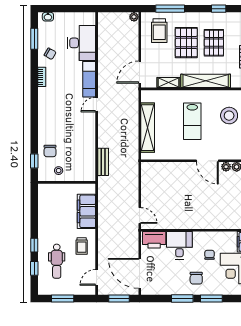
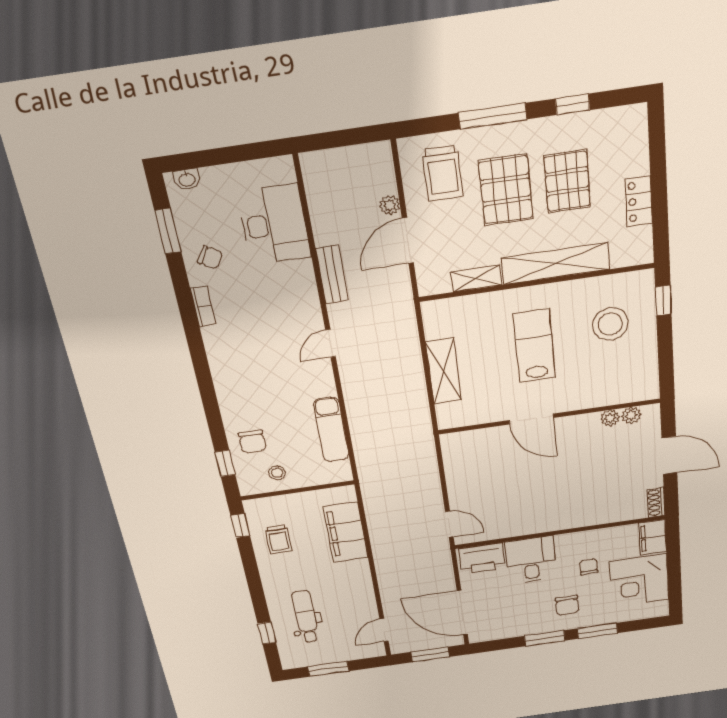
window: (170, 9) -> (493, 116), moved
plant: (134, 17) -> (390, 205), moved
door: (140, 72) -> (408, 241), moved
exam couch: (89, 79) -> (331, 430), moved
lab bench: (192, 121) -> (534, 346), turned 180
shelving: (148, 128) -> (444, 371), width x0.68
door: (207, 161) -> (531, 419), moved
bench: (103, 162) -> (332, 274), moved
window: (34, 245) -> (240, 526), moved
trolley: (82, 246) -> (278, 539), moved
dental chair: (57, 261) -> (306, 617), turned 180

